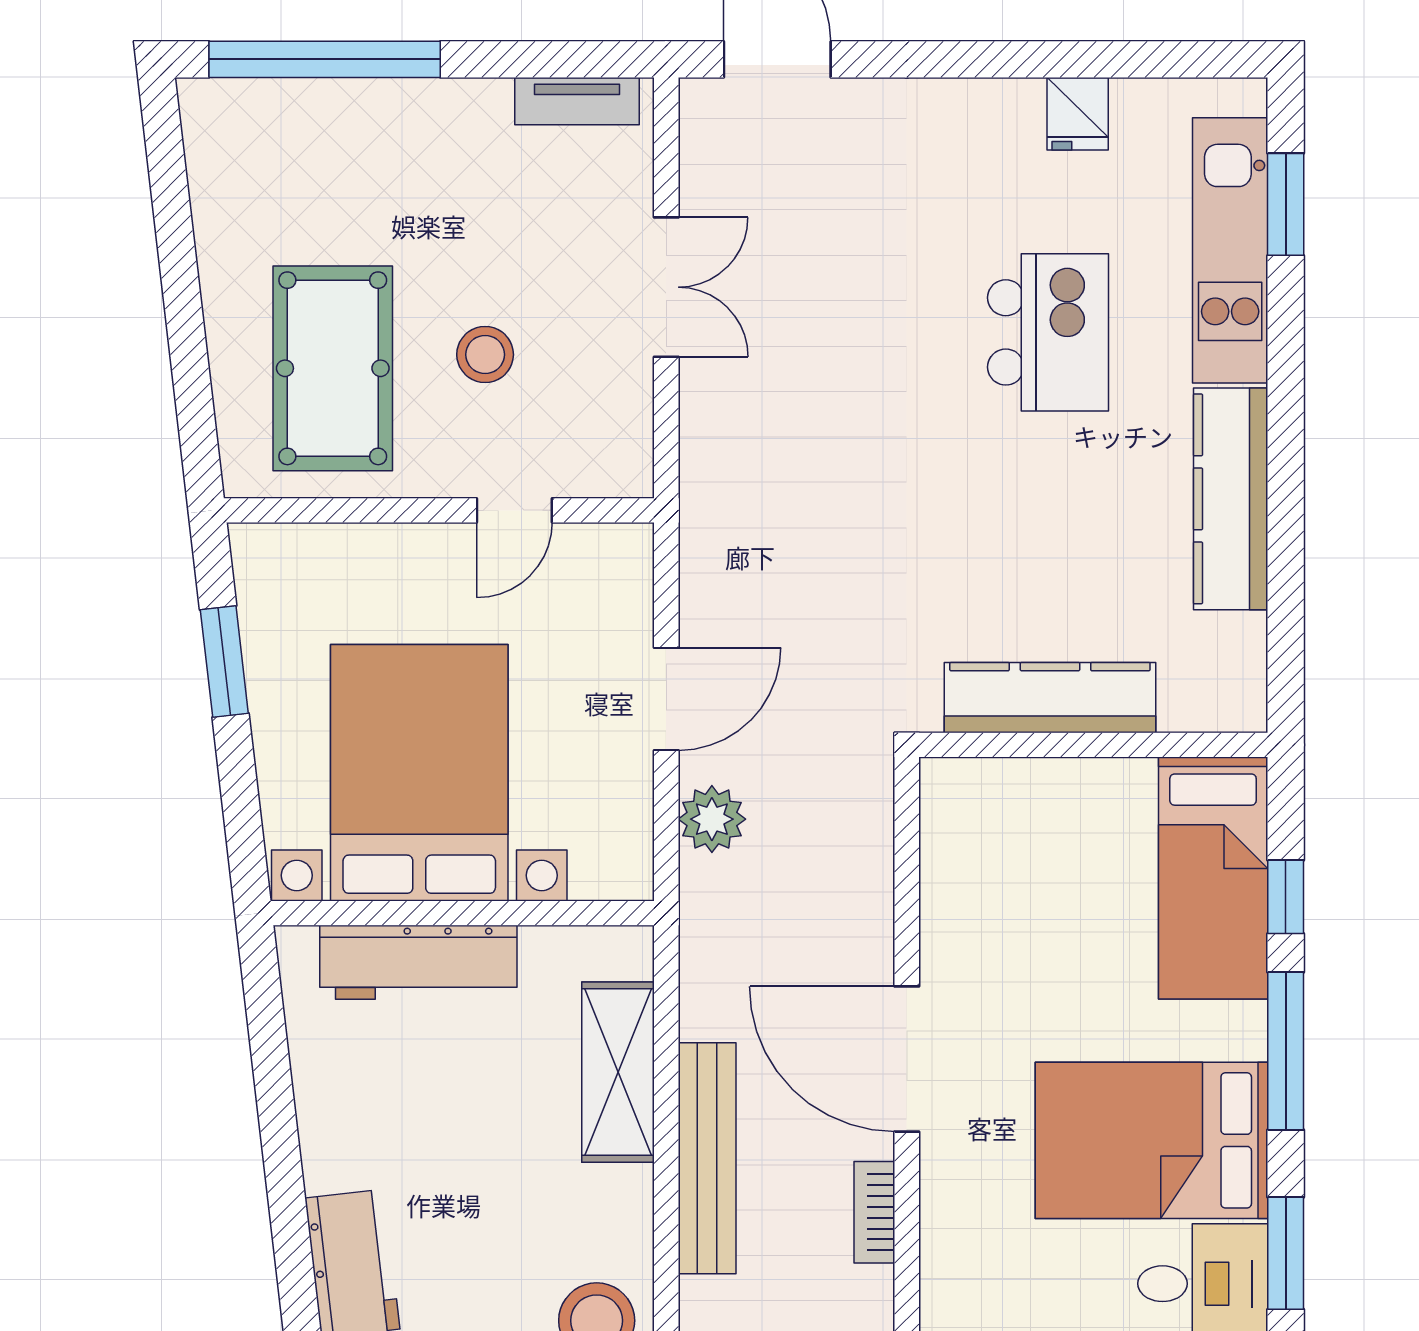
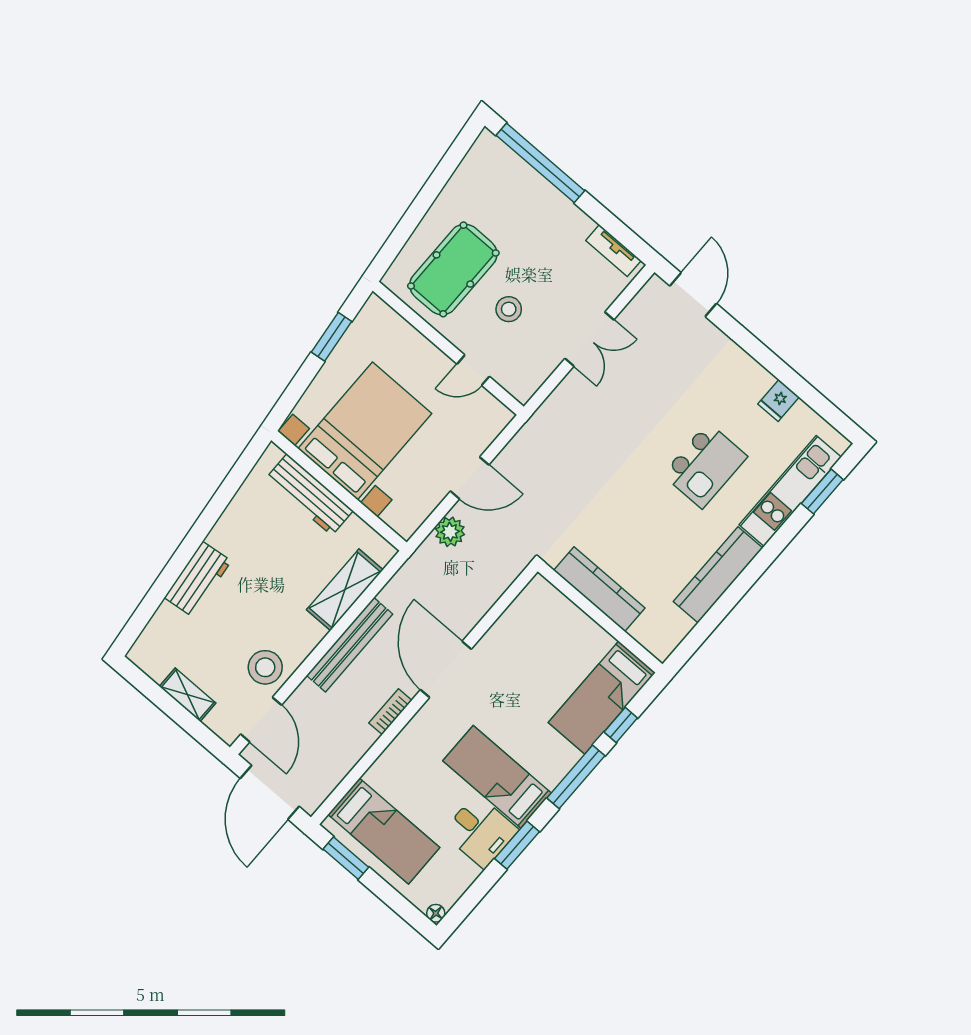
bed: (1151, 1140) -> (497, 777), width x0.67

